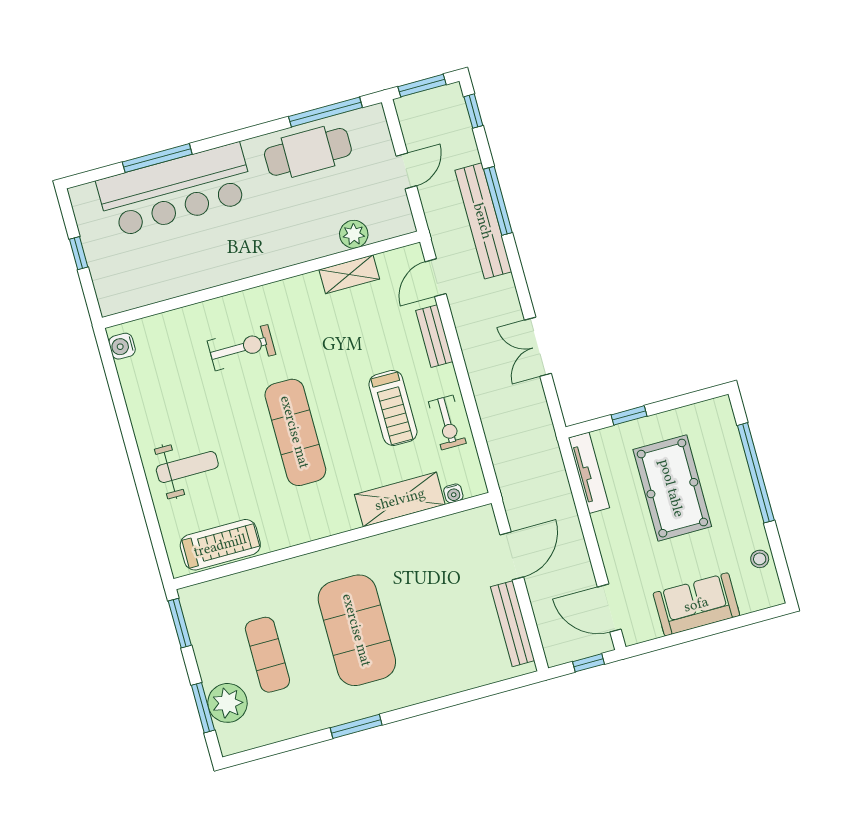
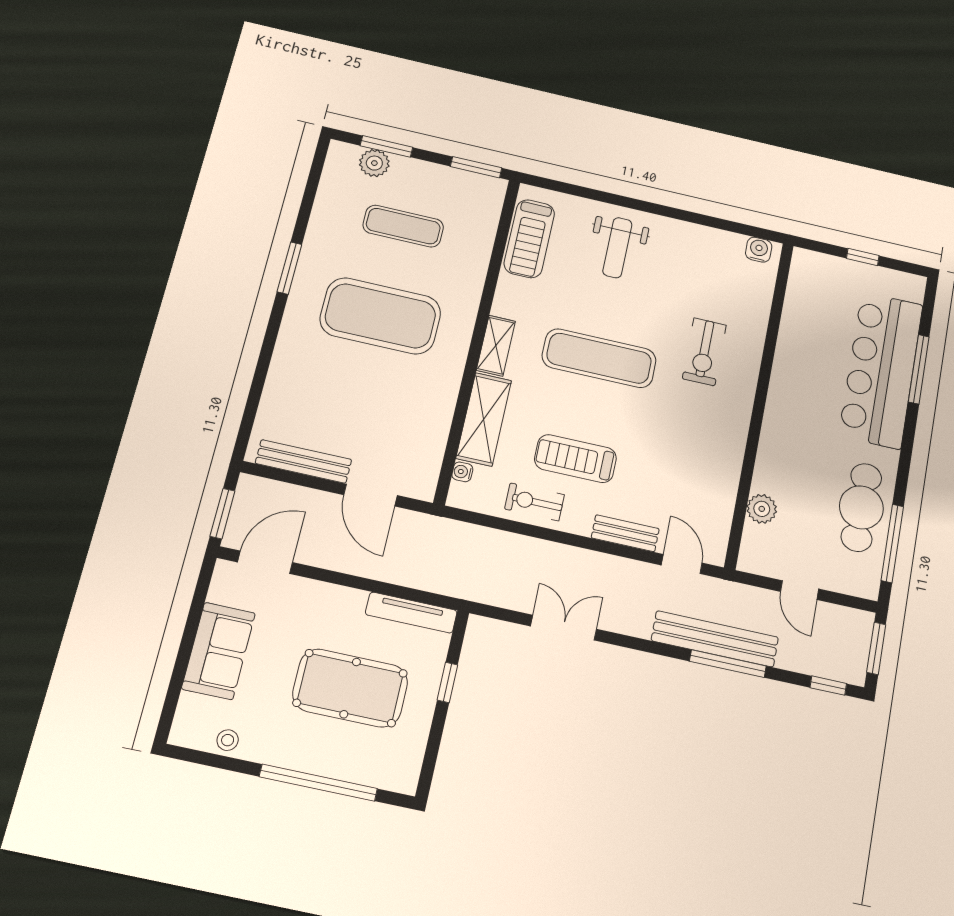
shelving: (349, 274) -> (496, 346), moved
window: (588, 663) -> (222, 514), width x1.50
plant: (227, 703) -> (374, 163), width x0.73, depth x0.73

